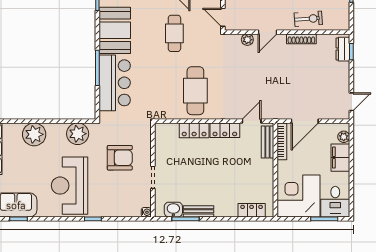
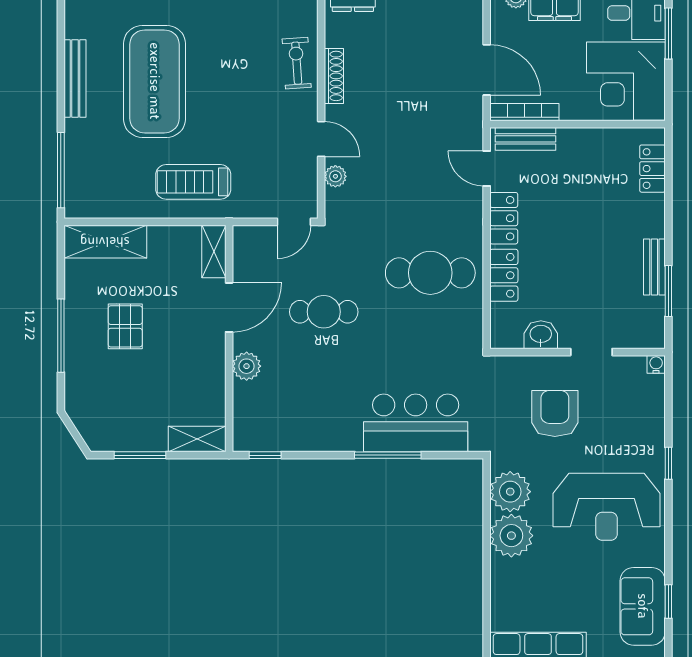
booth: (115, 30) -> (318, 423), removed
plant: (34, 134) -> (511, 536), moved
washbasin: (173, 210) -> (541, 335), moved, turned 90

